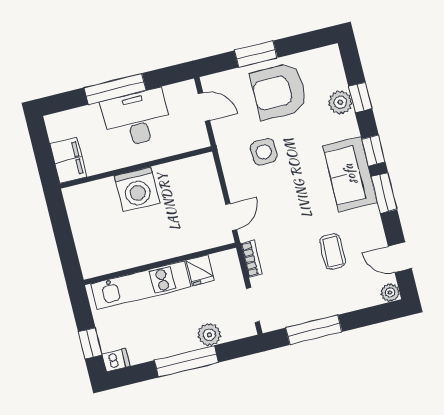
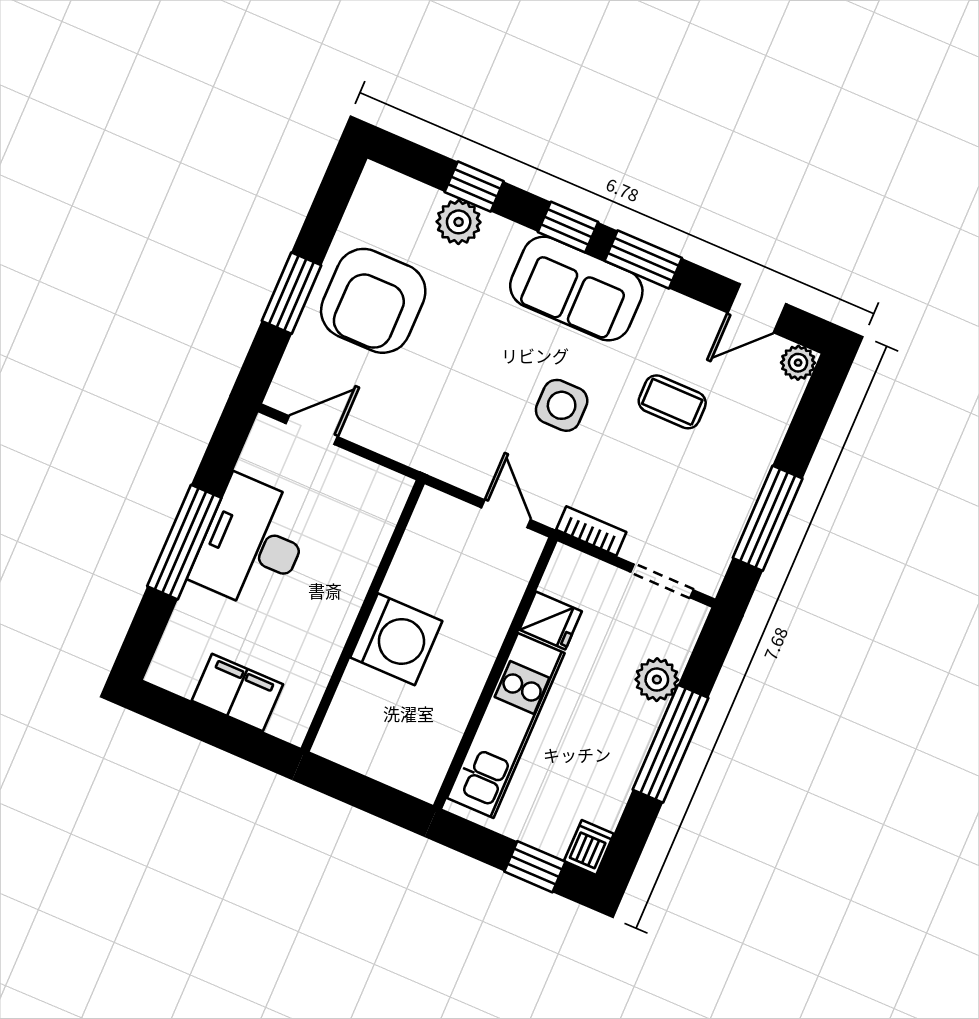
side table: (264, 152) -> (562, 405), moved
wall: (136, 167) -> (363, 616), moved
washing machine: (137, 189) -> (396, 639), moved

